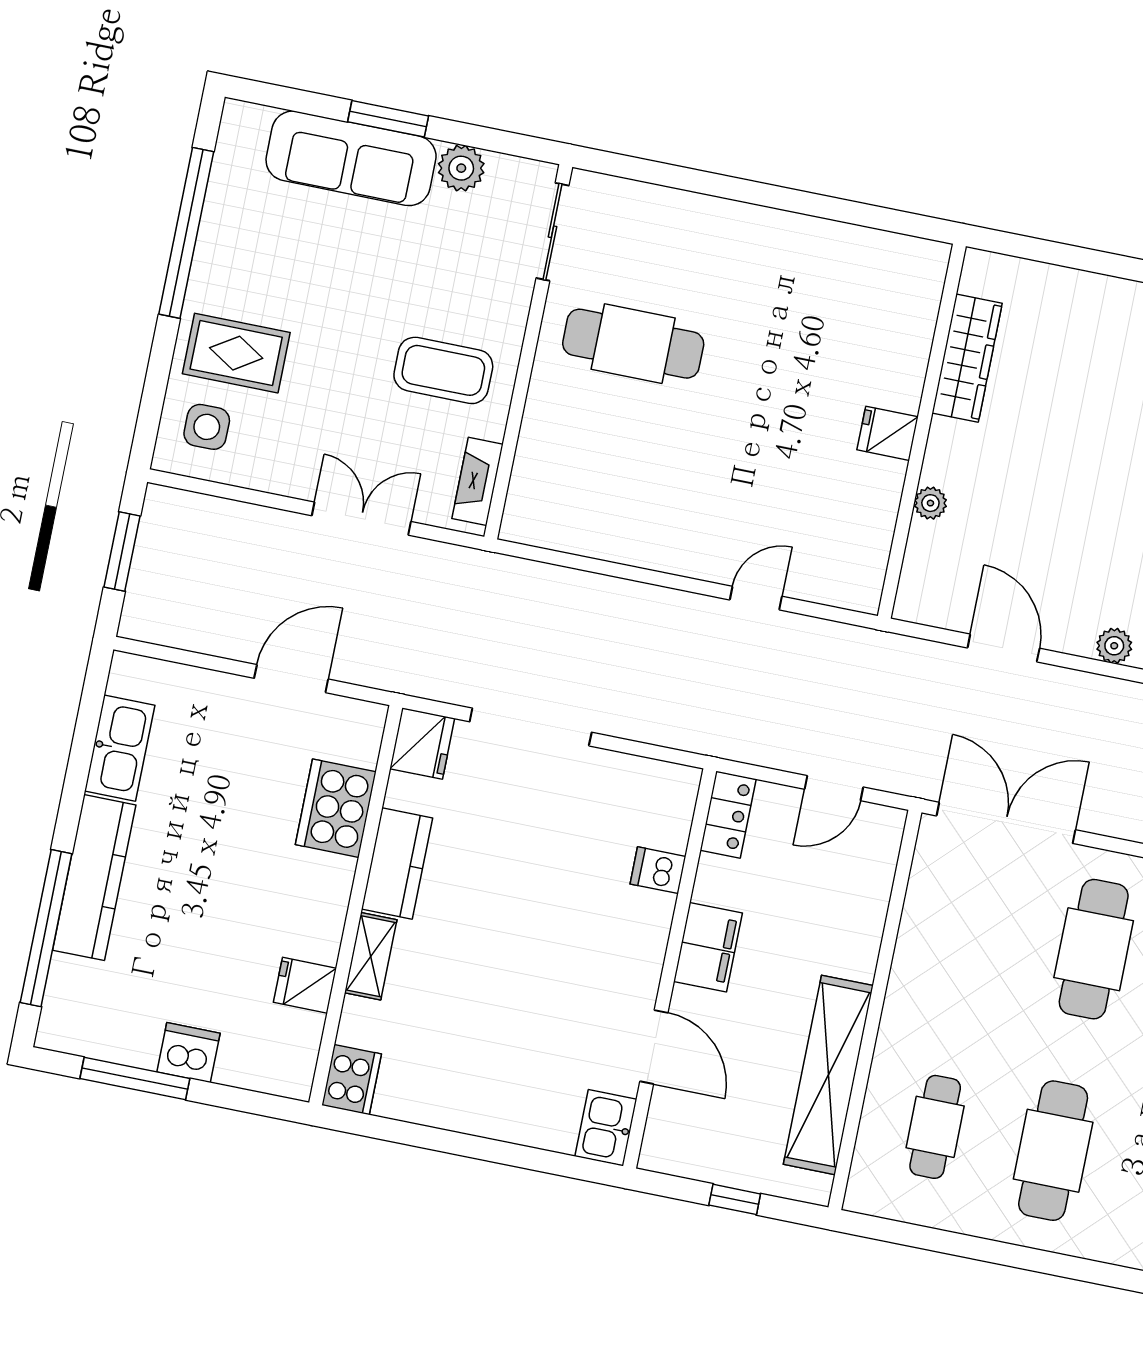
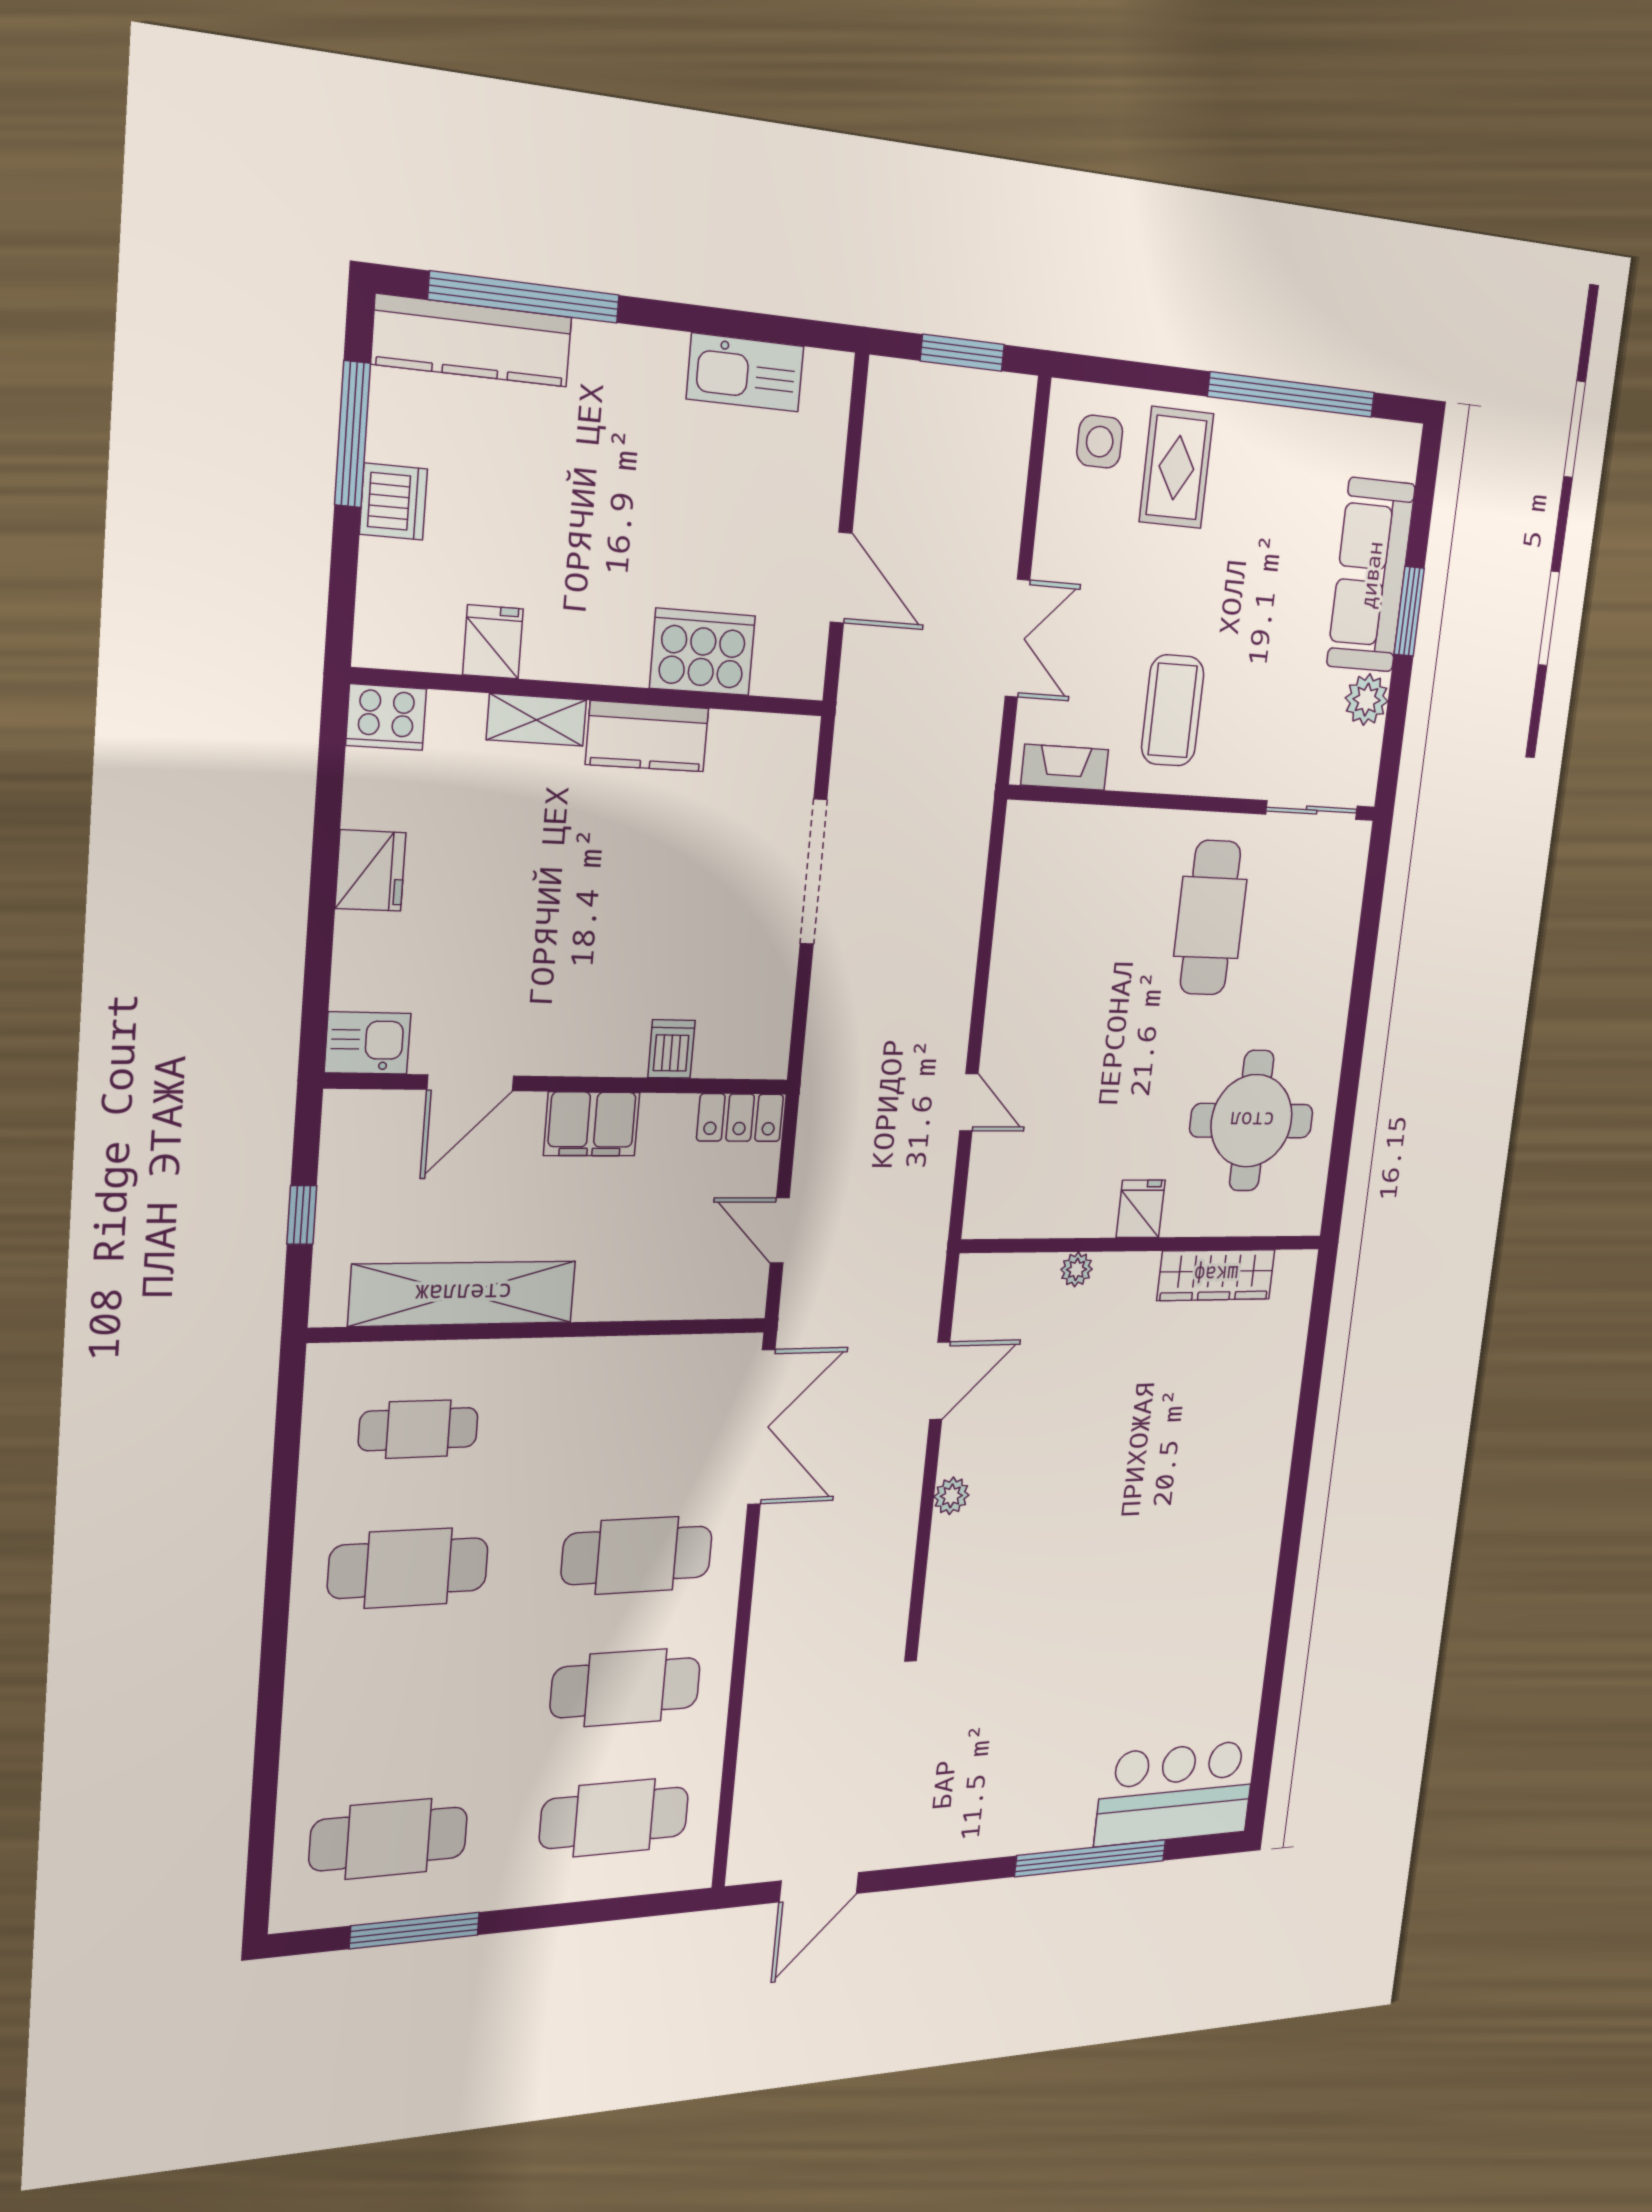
round table: (828, 312) -> (1252, 1121), added
fridge: (422, 743) -> (370, 871), moved, turned -90
kitchen counter: (94, 878) -> (472, 341), moved

